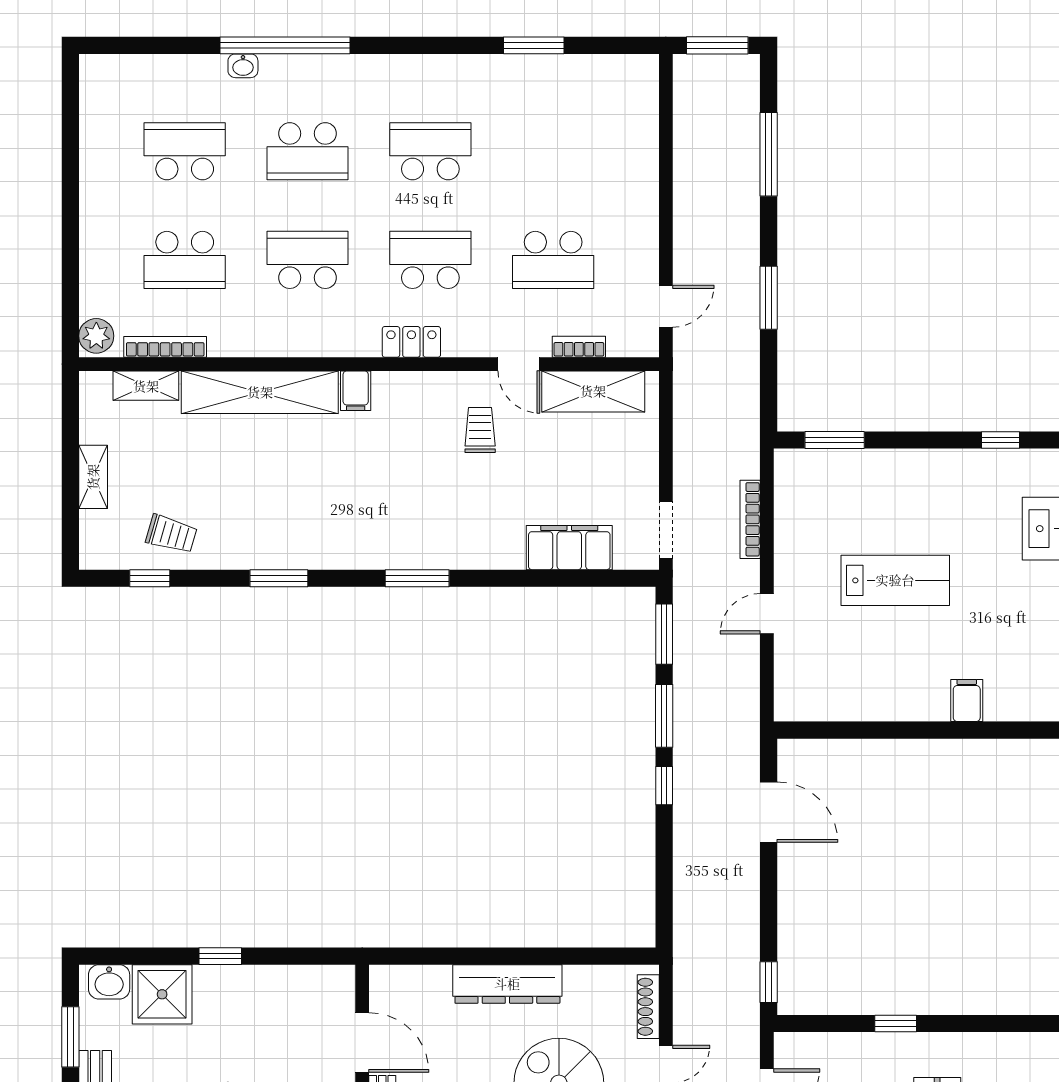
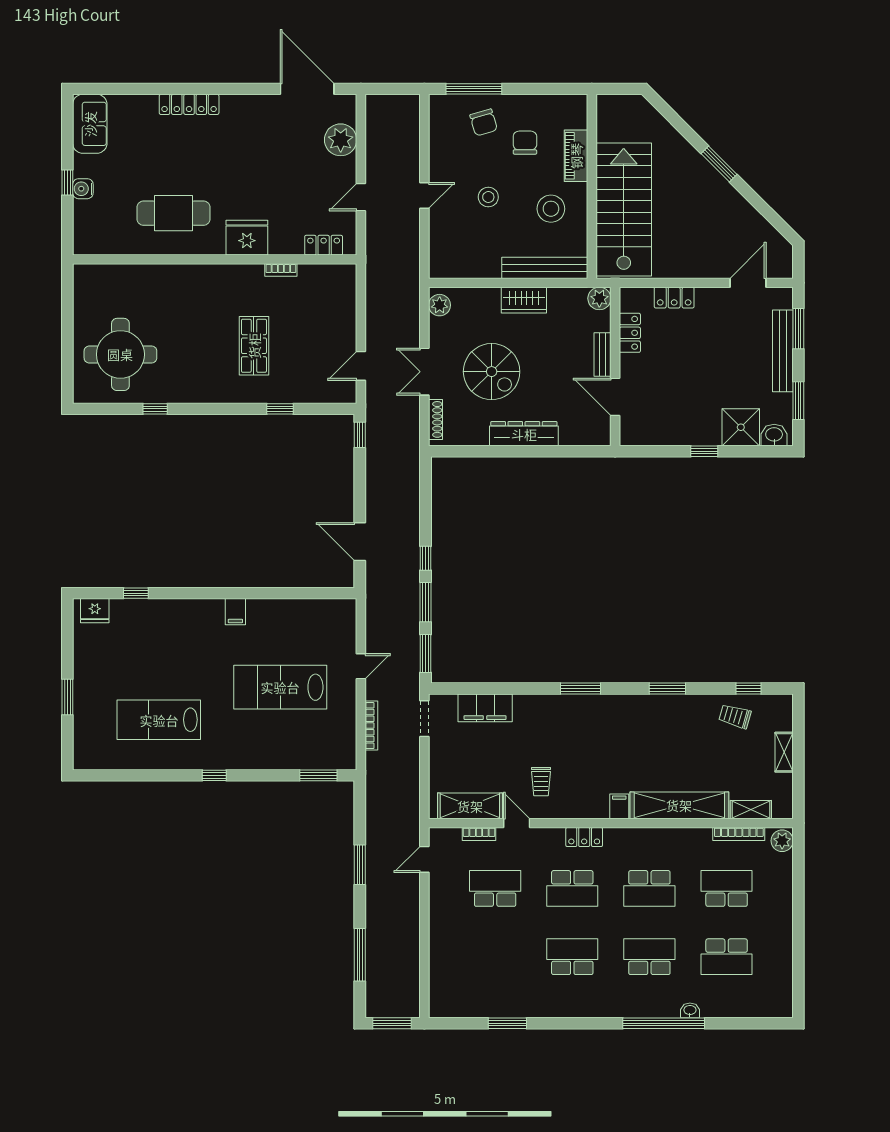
school desk: (430, 151) -> (572, 957), turned 180
lab bench: (895, 580) -> (280, 687), width x1.36, depth x1.39

